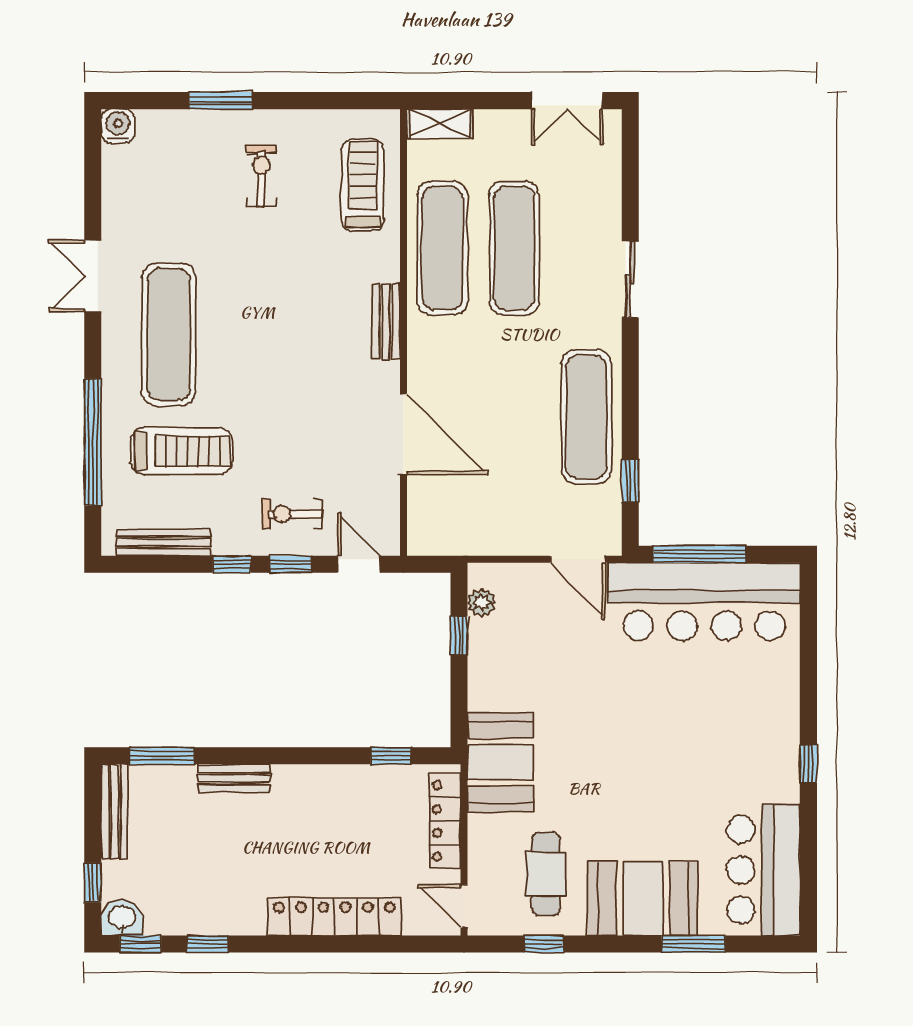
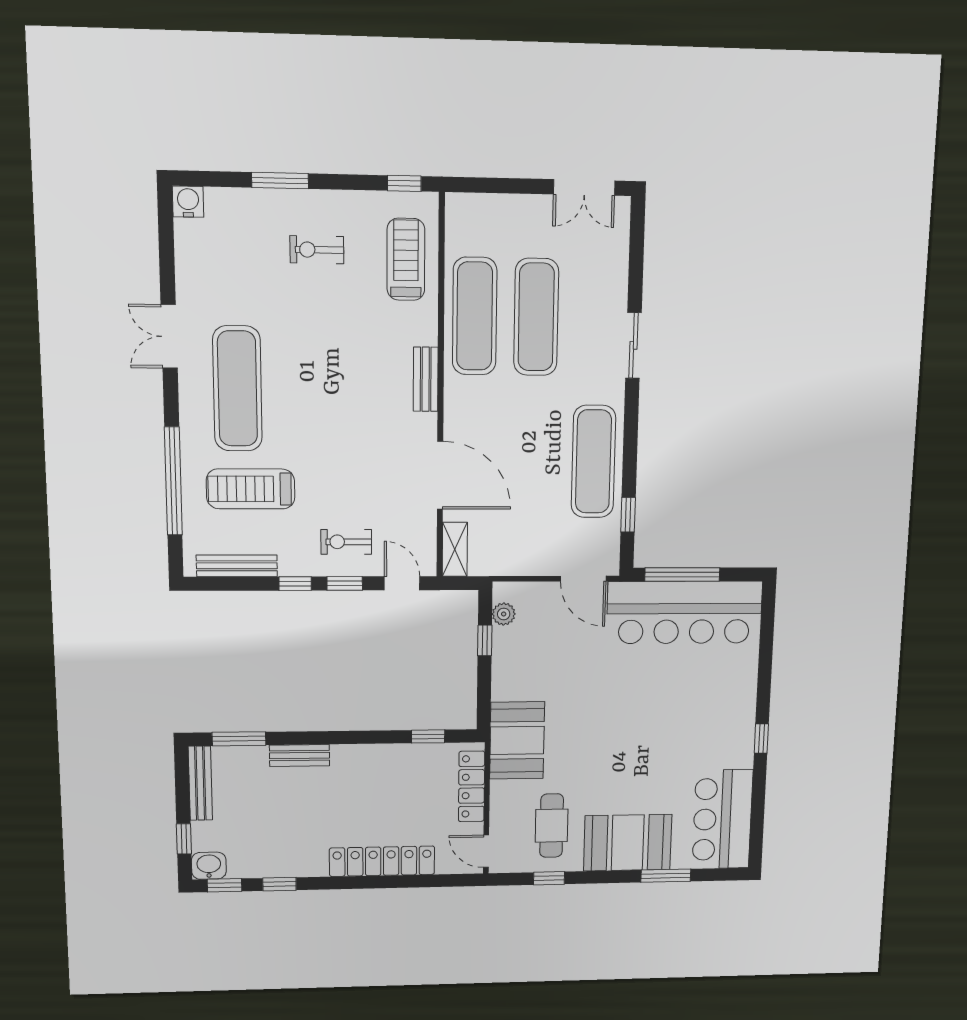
window: (361, 101) -> (404, 183), added
shelving: (440, 124) -> (455, 549), moved, turned 90
exercise bike: (261, 176) -> (317, 250), turned -90
treadmill: (181, 451) -> (251, 489), turned 180

